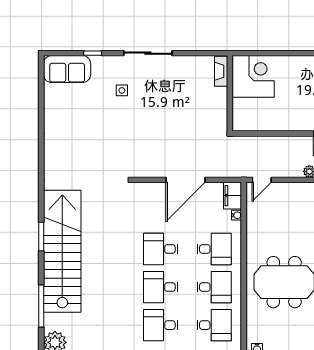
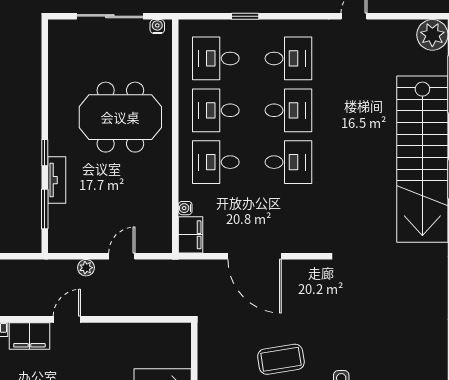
coffee table: (166, 104) -> (281, 359), added
door: (186, 180) -> (255, 256), swing flipped
door: (262, 180) -> (122, 256), moved

